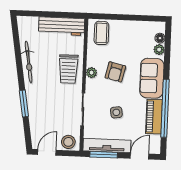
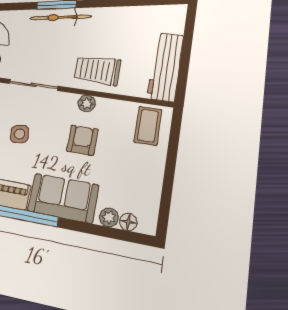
coffee table: (101, 33) -> (148, 126), turned 90
bicycle: (29, 62) -> (60, 17), moved
armchair: (115, 72) -> (82, 140), turned 77

